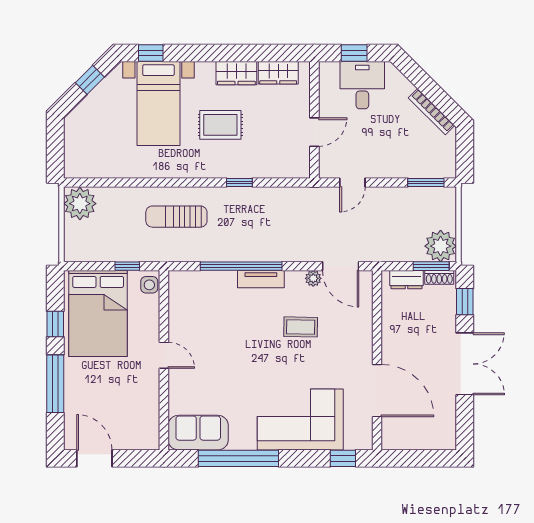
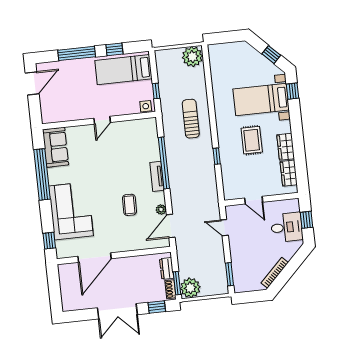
bed: (98, 313) -> (123, 70), width x0.67

